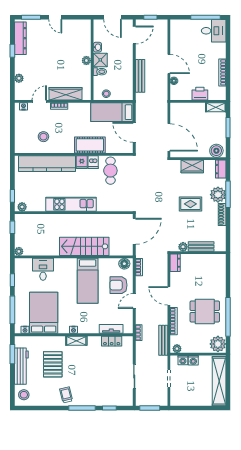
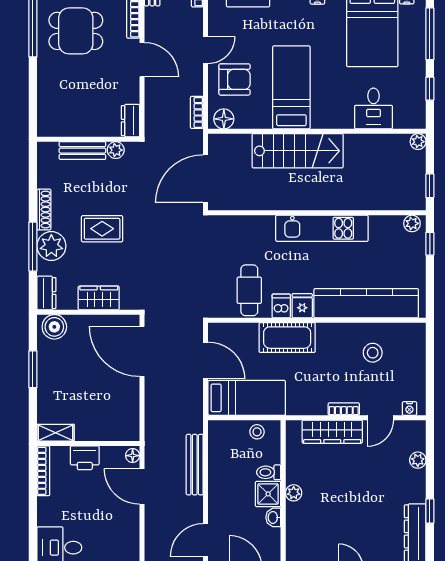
printer: (200, 94) -> (85, 458), moved
wall: (198, 101) -> (88, 443), moved
shelving: (216, 107) -> (56, 433), moved

